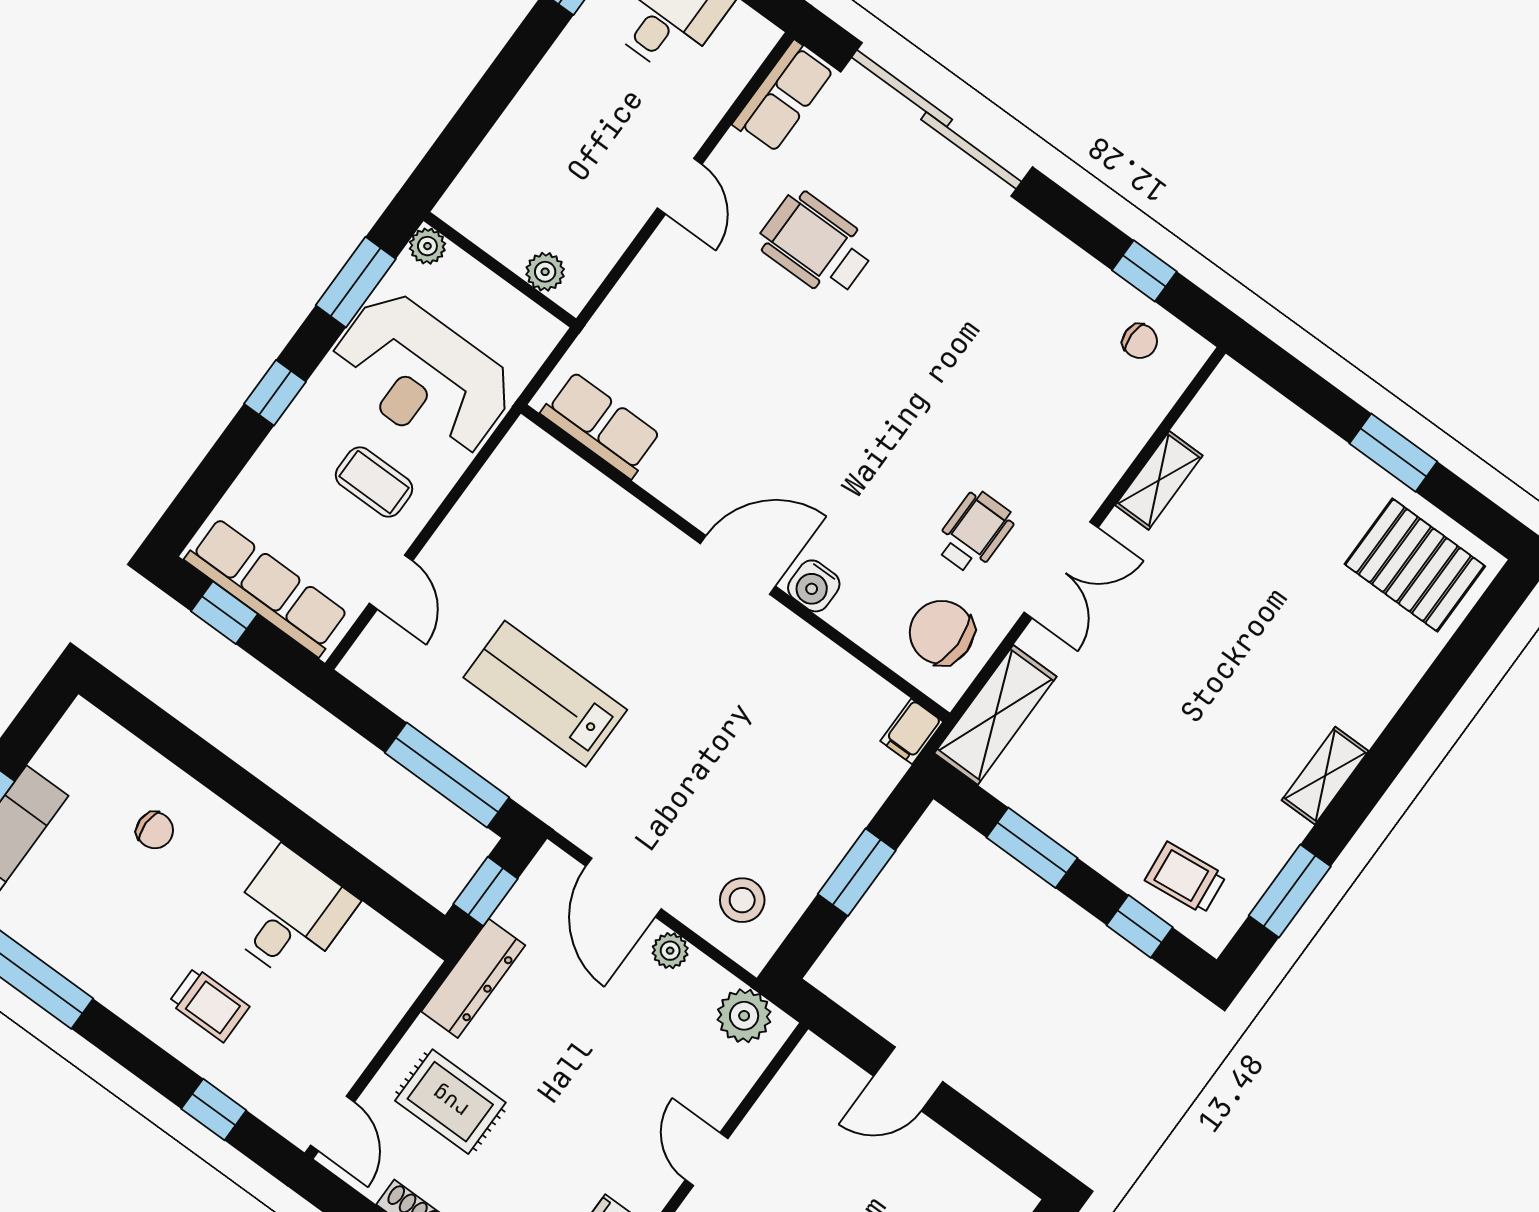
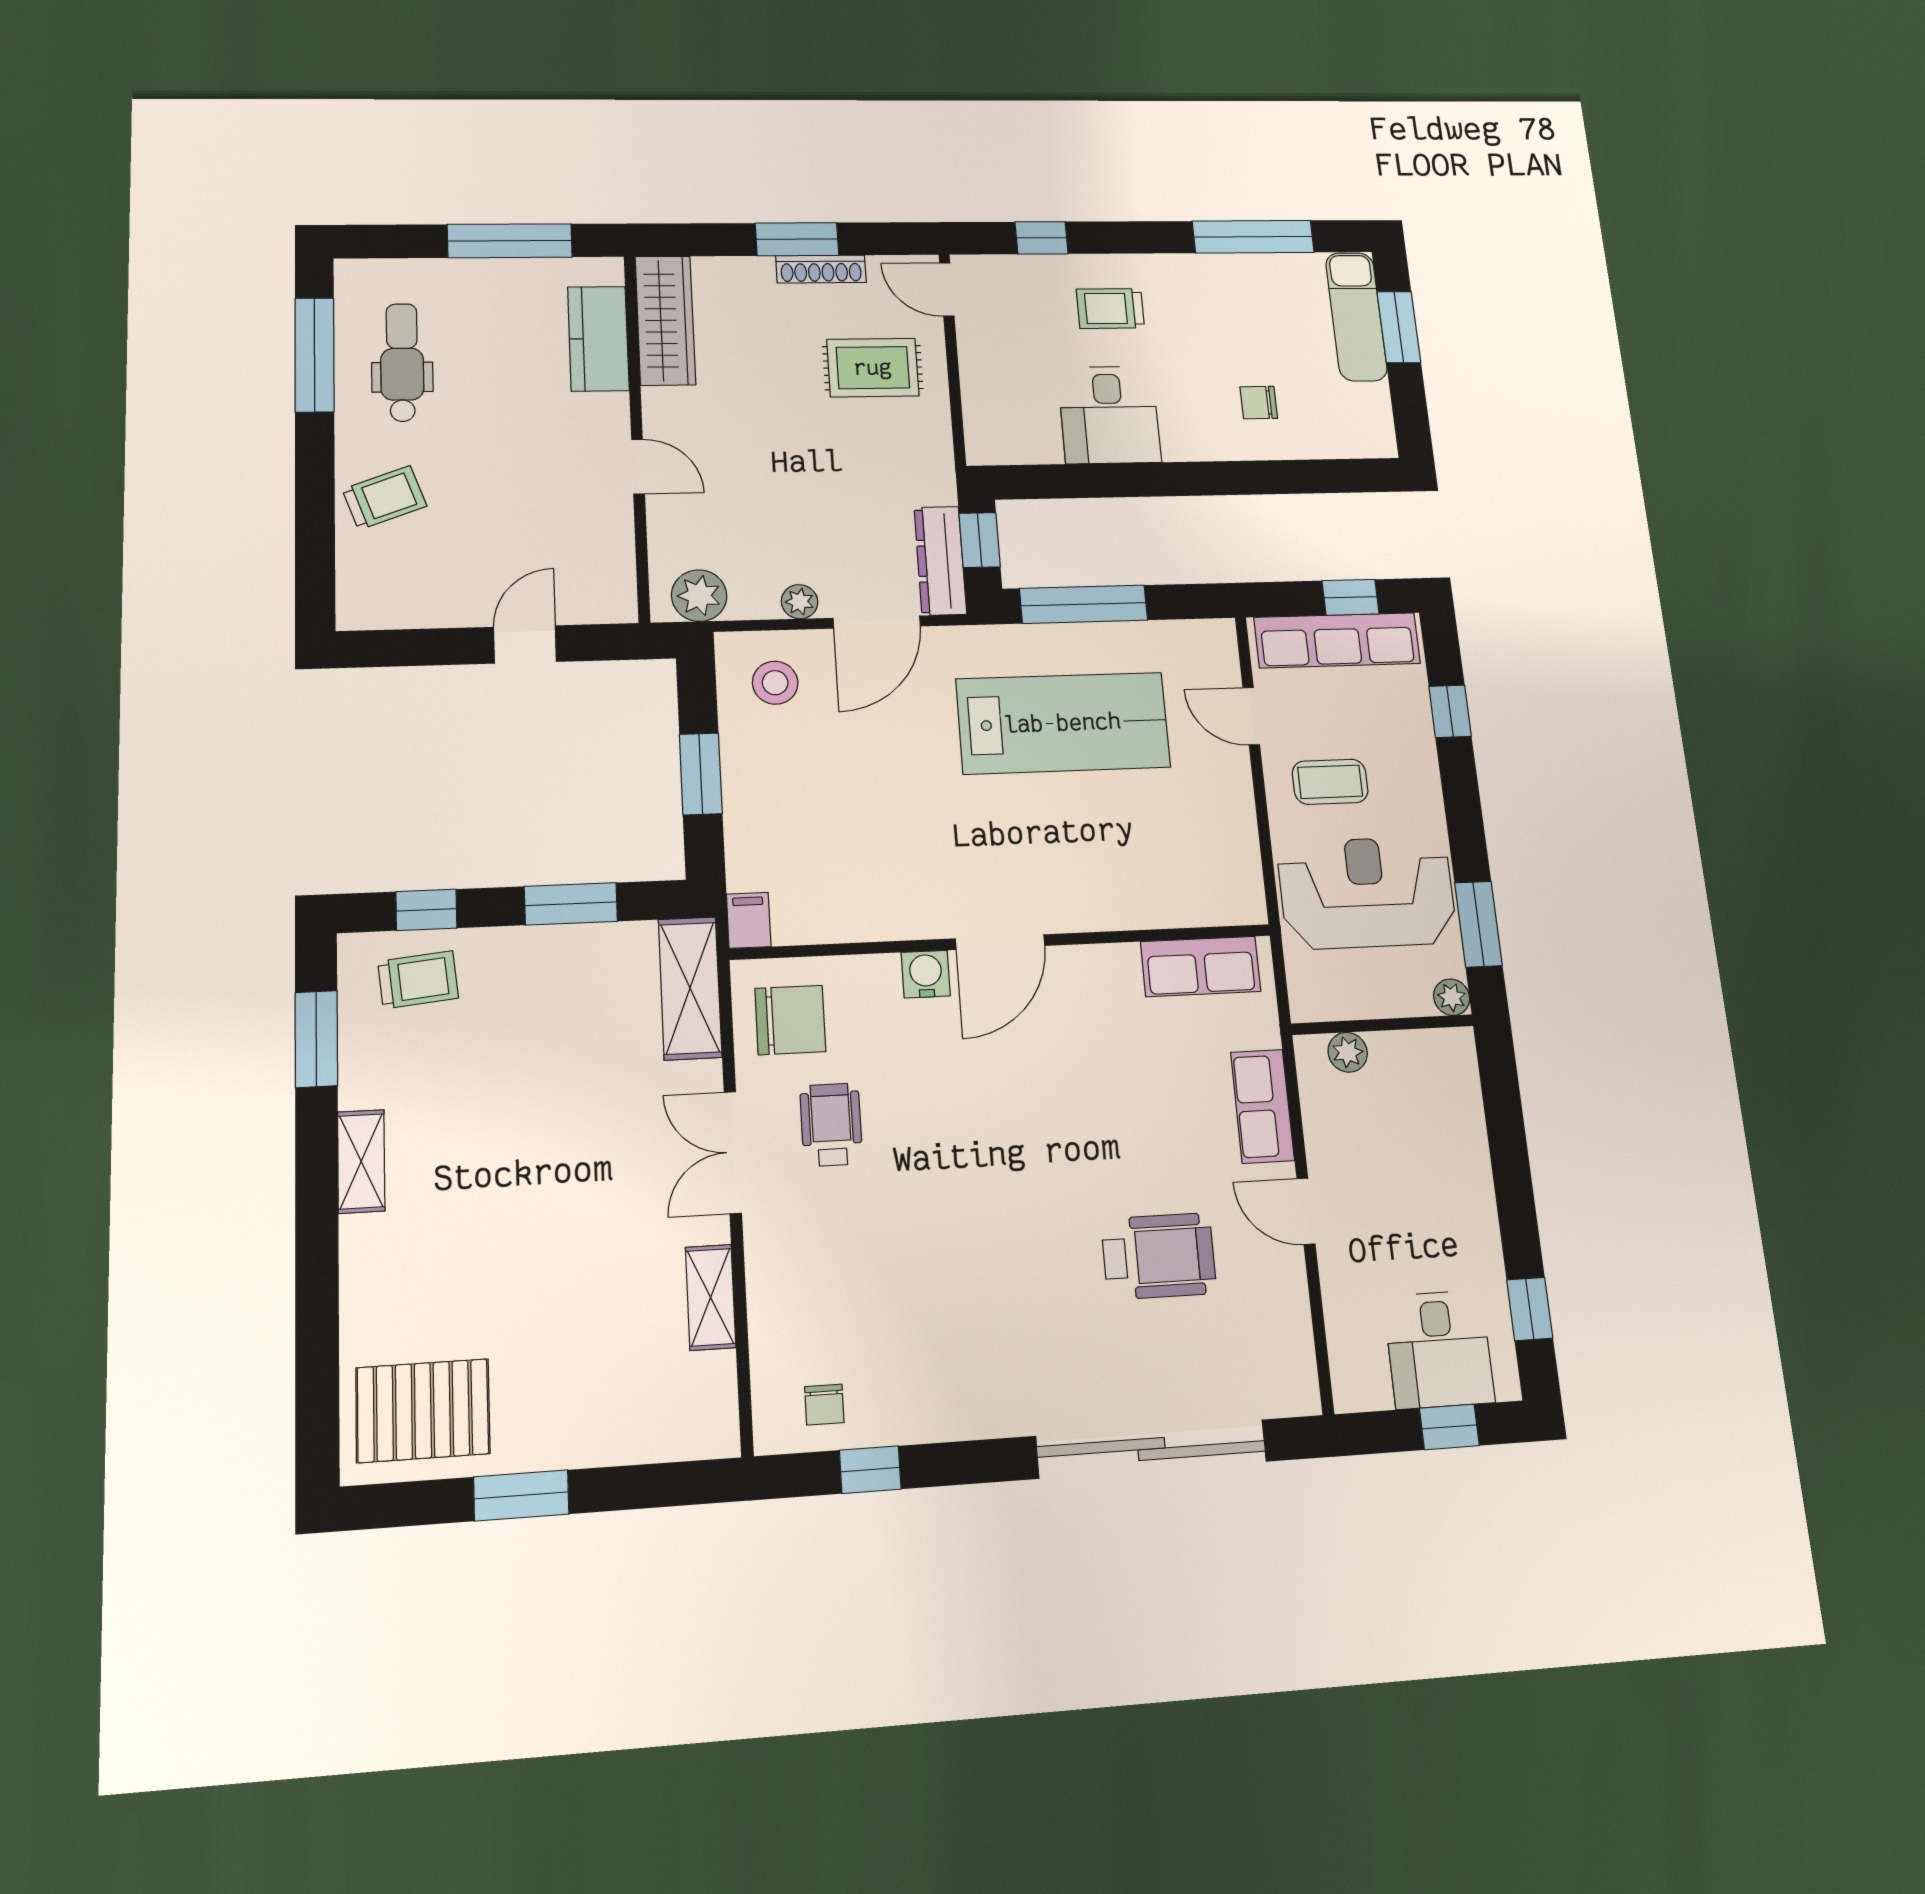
row of seats: (783, 97) -> (1262, 1106), moved
chair: (1140, 341) -> (824, 1405), turned -90
window: (275, 393) -> (1450, 711), moved
wheelchair: (974, 532) -> (831, 1125), turned 180
lab bench: (545, 694) -> (1063, 723), width x1.36, depth x1.39
door: (623, 887) -> (877, 622), swing flipped
dresser: (473, 978) -> (940, 561), moved

